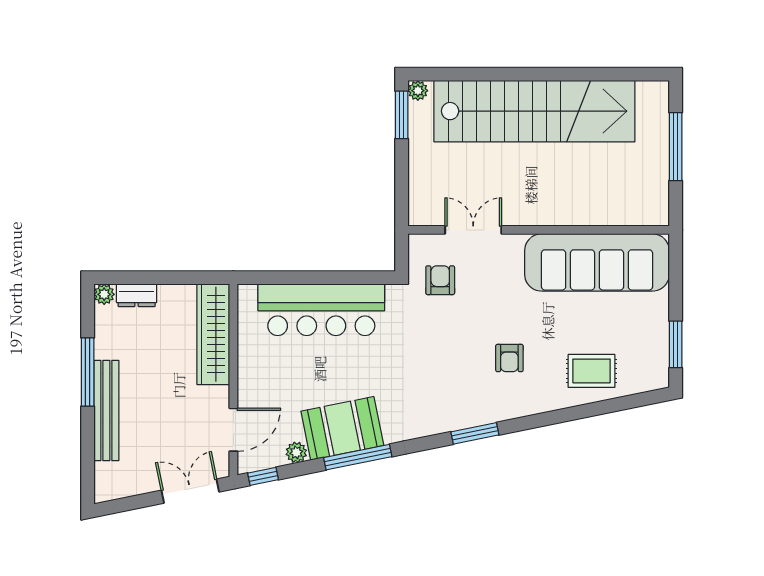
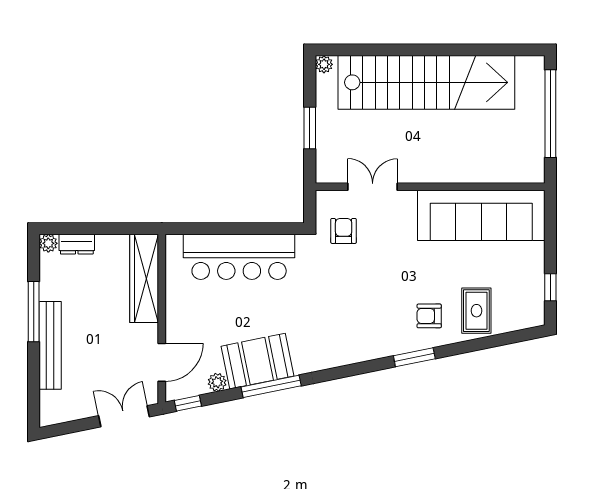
window: (402, 115) -> (310, 128), moved
window: (676, 147) -> (550, 114), width x1.46
window: (676, 344) -> (550, 287), width x0.67
armchair: (509, 358) -> (429, 316), moved, turned 90
rug: (591, 371) -> (476, 311), turned 90
window: (475, 433) -> (414, 357), moved

